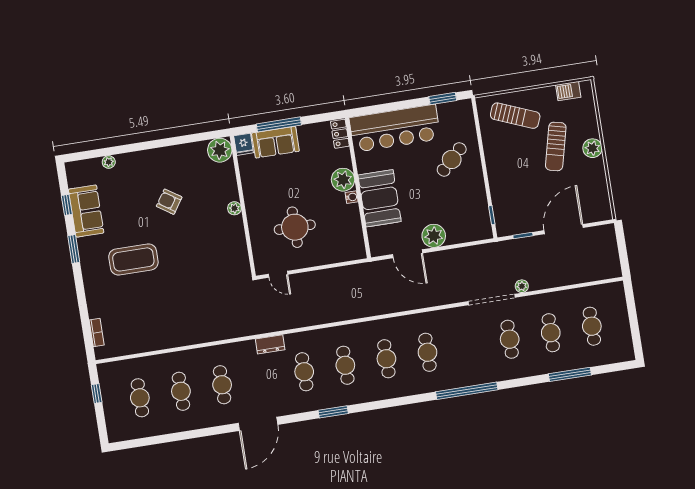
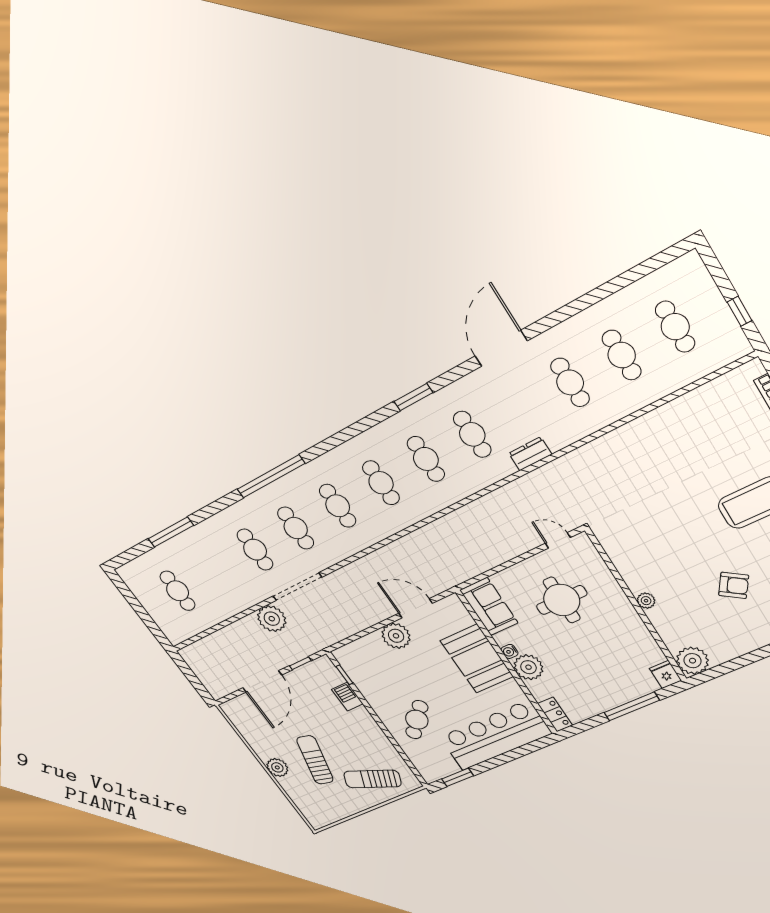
barbecue: (568, 91) -> (347, 697), moved, turned -90
sofa: (275, 142) -> (489, 607), moved, turned 90
plant: (522, 286) -> (272, 619), width x1.87, depth x1.87
cafe table: (551, 333) -> (296, 528), moved

